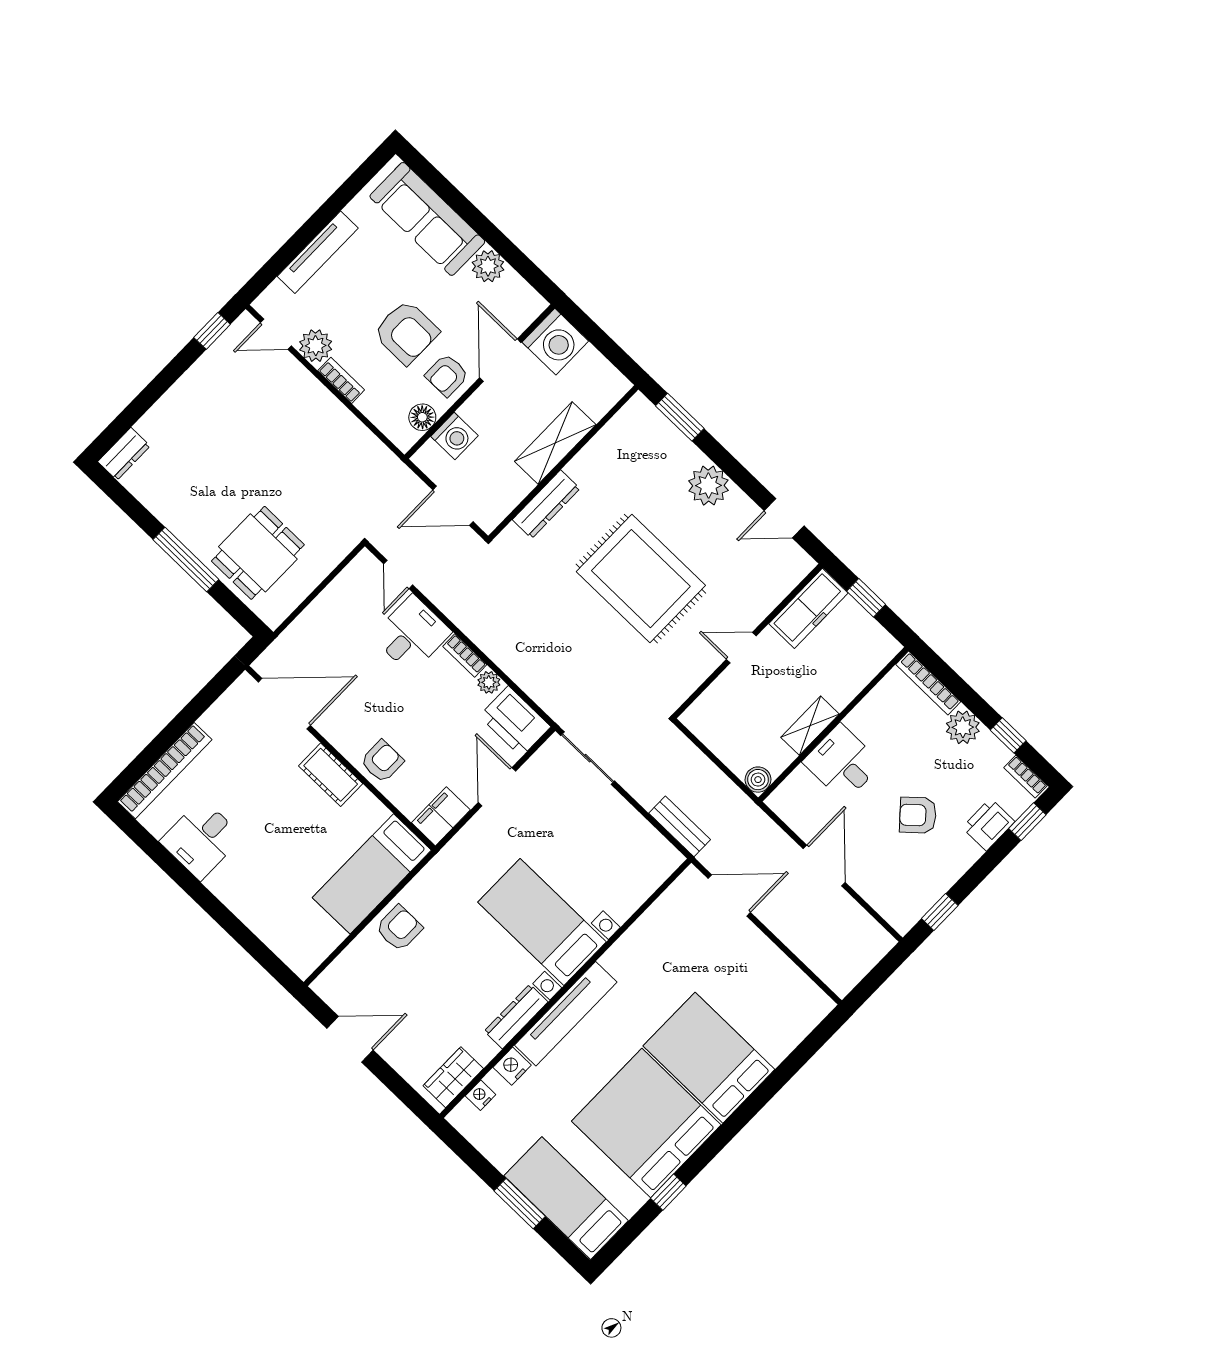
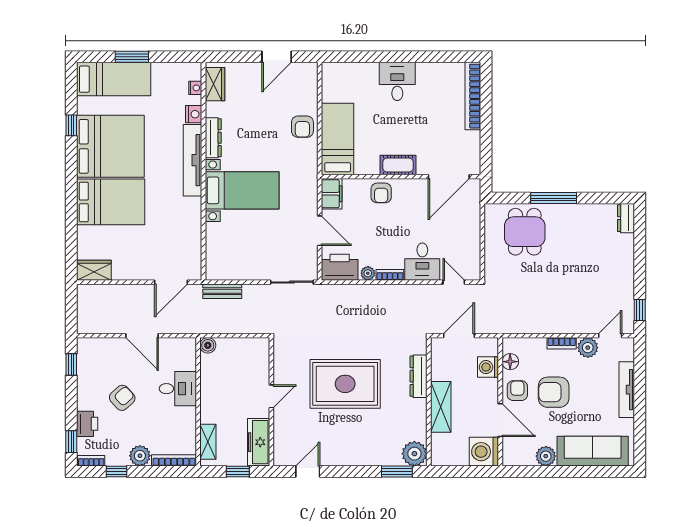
plant: (708, 486) -> (414, 454), moved
shelving: (810, 726) -> (208, 442), moved
desk: (201, 839) -> (397, 81), moved
wardrobe: (806, 997) -> (94, 270), added

